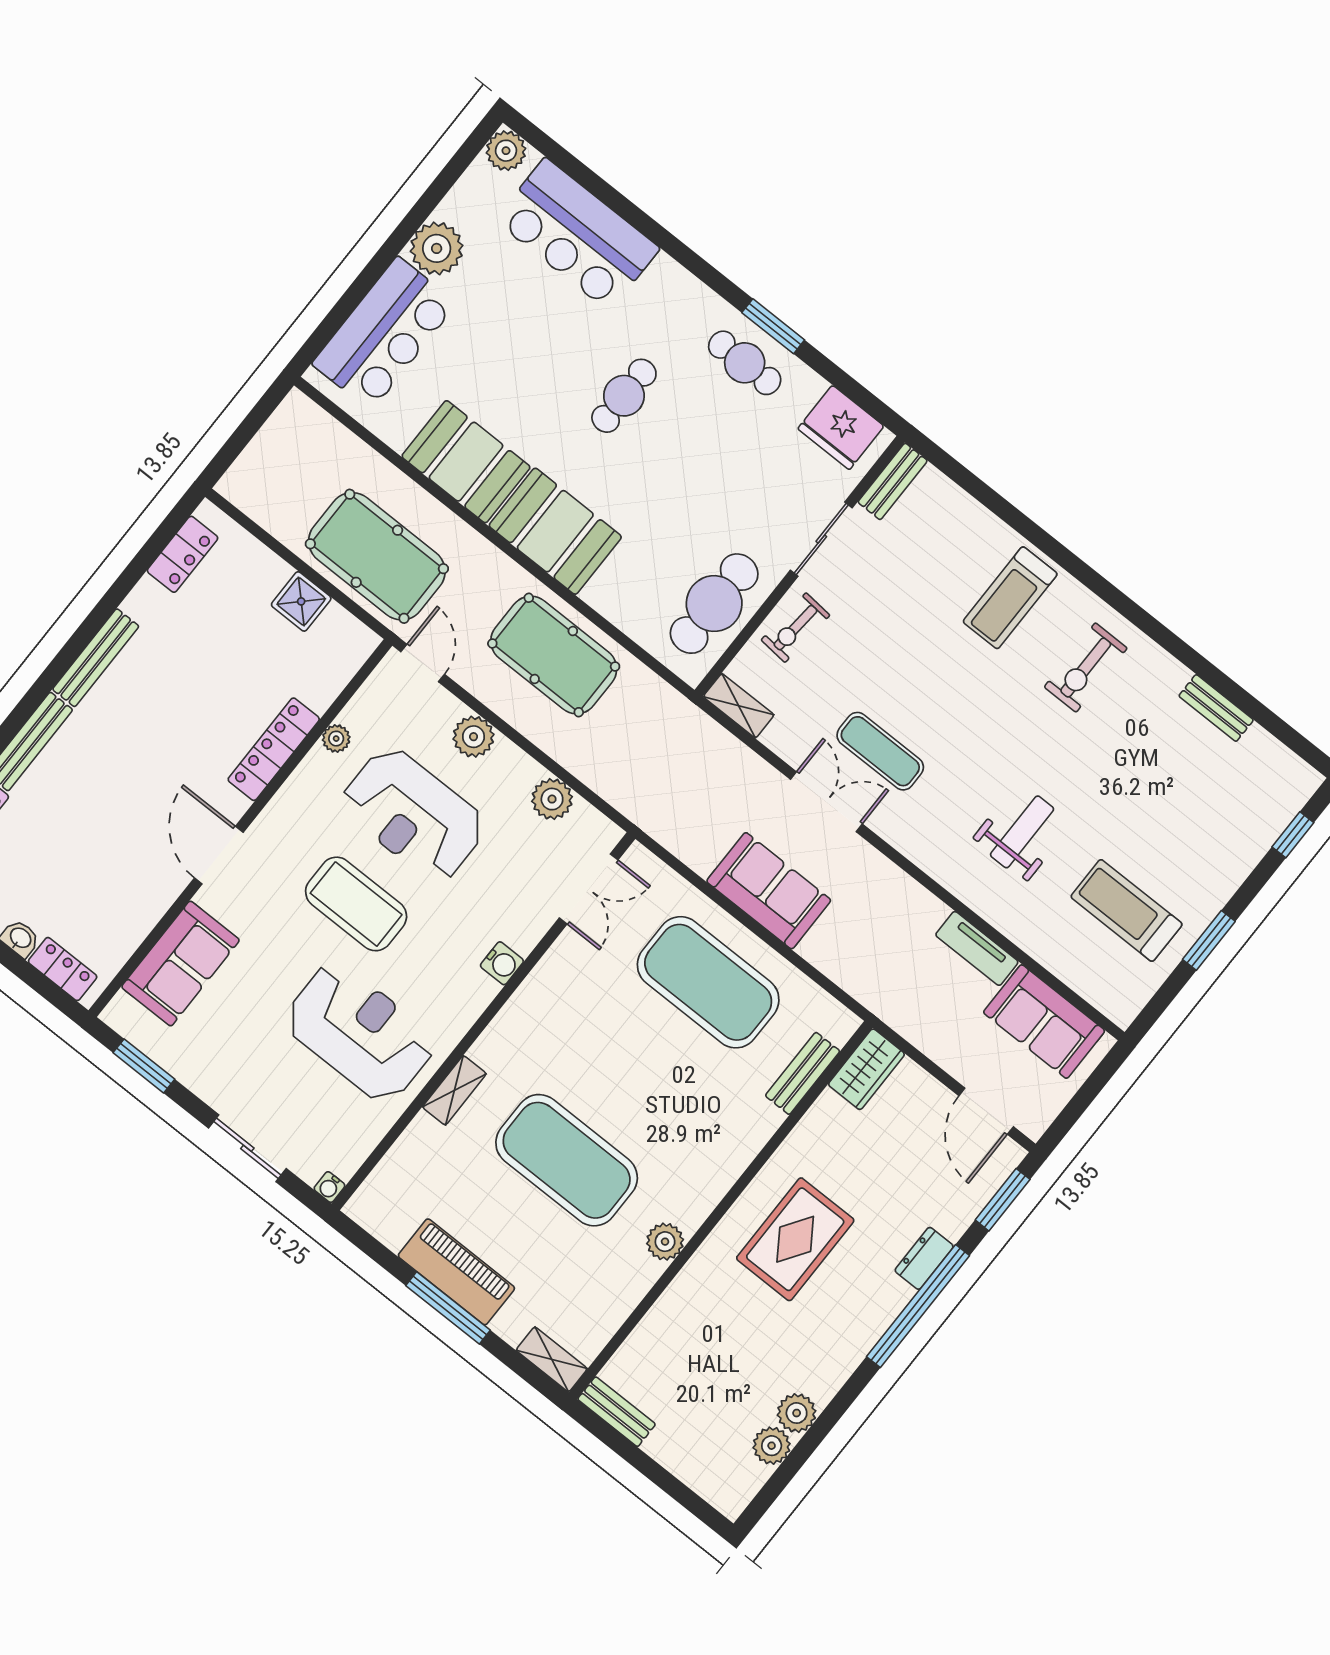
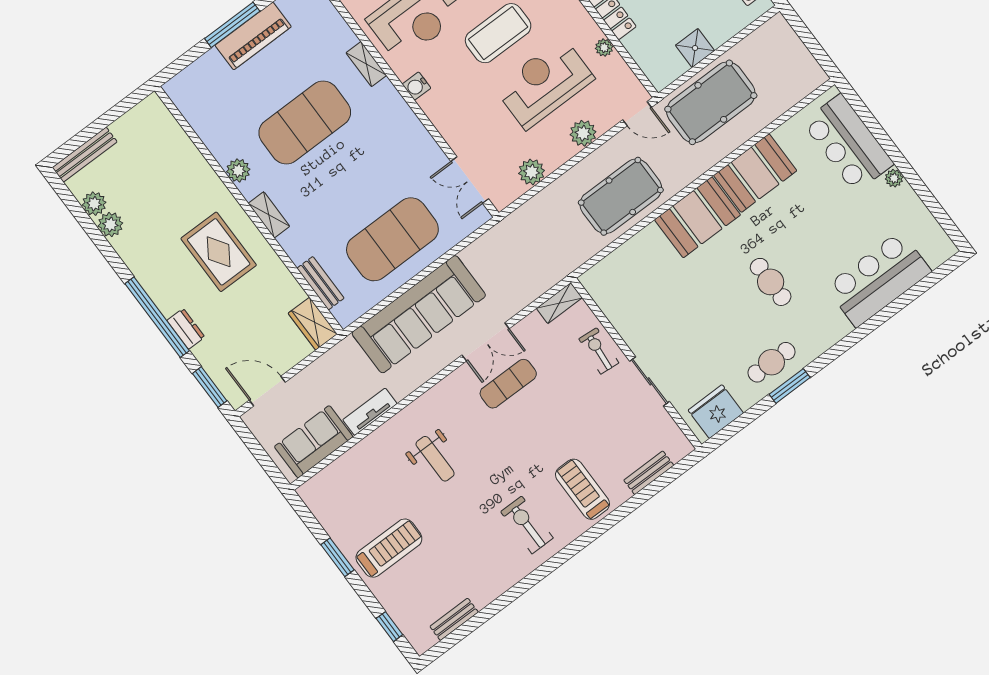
plant: (506, 151) -> (942, 248), removed
plant: (437, 248) -> (894, 178), width x0.53, depth x0.53
bench: (893, 481) -> (649, 473), moved, turned 90
cafe table: (714, 604) -> (627, 304), removed
bench: (1216, 708) -> (454, 619), moved
sofa: (769, 891) -> (419, 314), width x1.85, depth x1.27
treadmill: (1126, 910) -> (389, 548), moved
water cooler: (502, 963) -> (417, 86), moved
shelving: (552, 1359) -> (269, 215), moved, turned 90
bench: (617, 1412) -> (85, 155), moved, width x1.36

